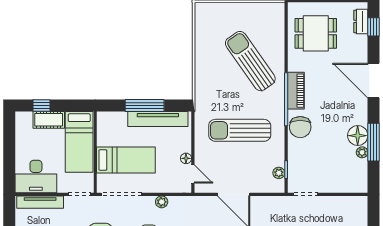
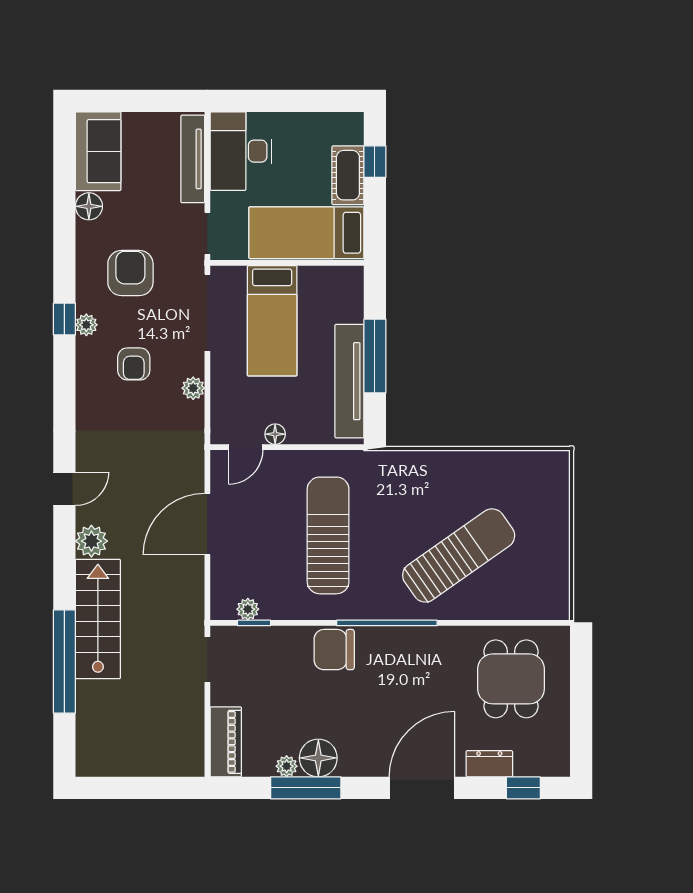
dresser: (361, 21) -> (489, 764), moved
piano: (296, 91) -> (226, 742), moved, turned -90

